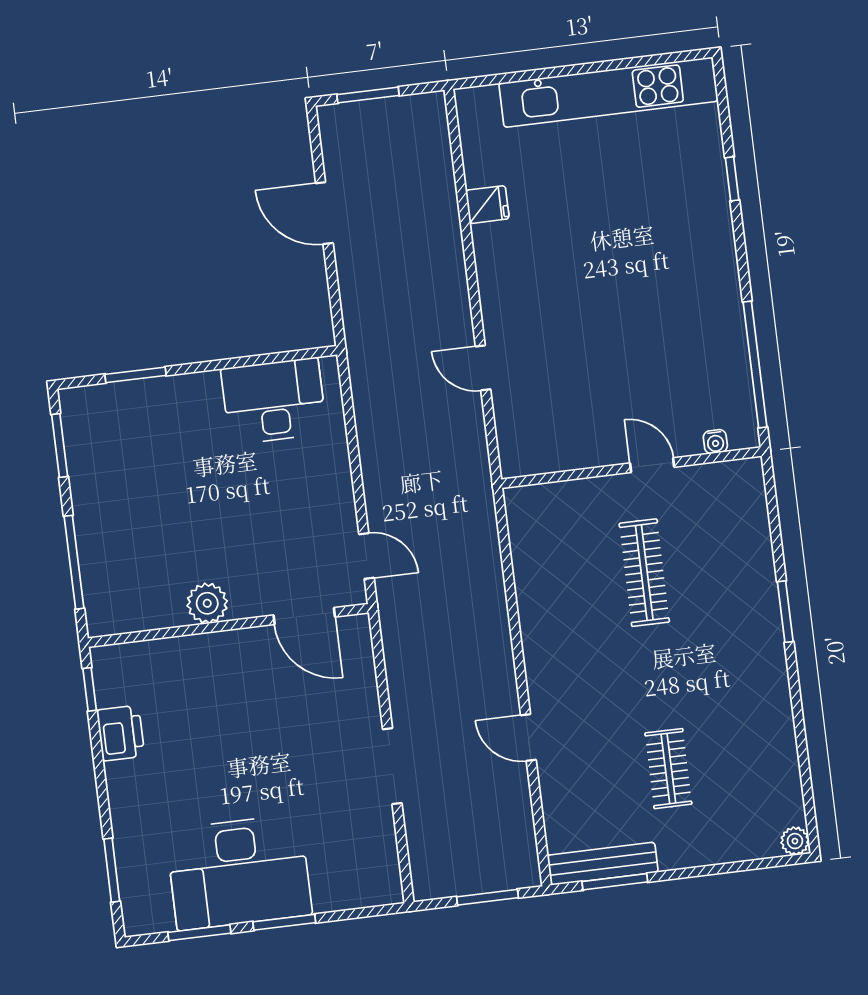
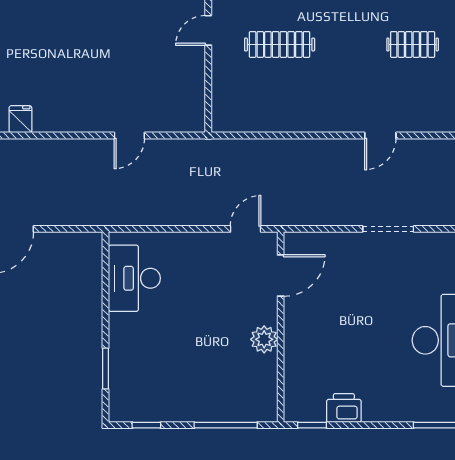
window: (60, 445) -> (146, 425), width x0.67

